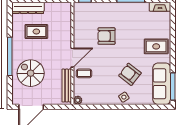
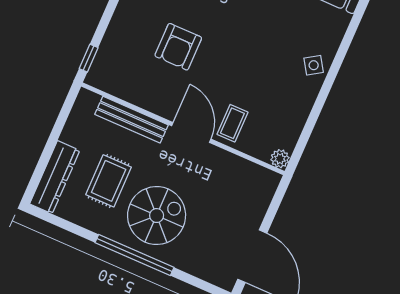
spiral stairs: (31, 73) -> (157, 216), moved, turned 180
armchair: (130, 74) -> (274, 33), removed
bench: (67, 86) -> (132, 120), moved

